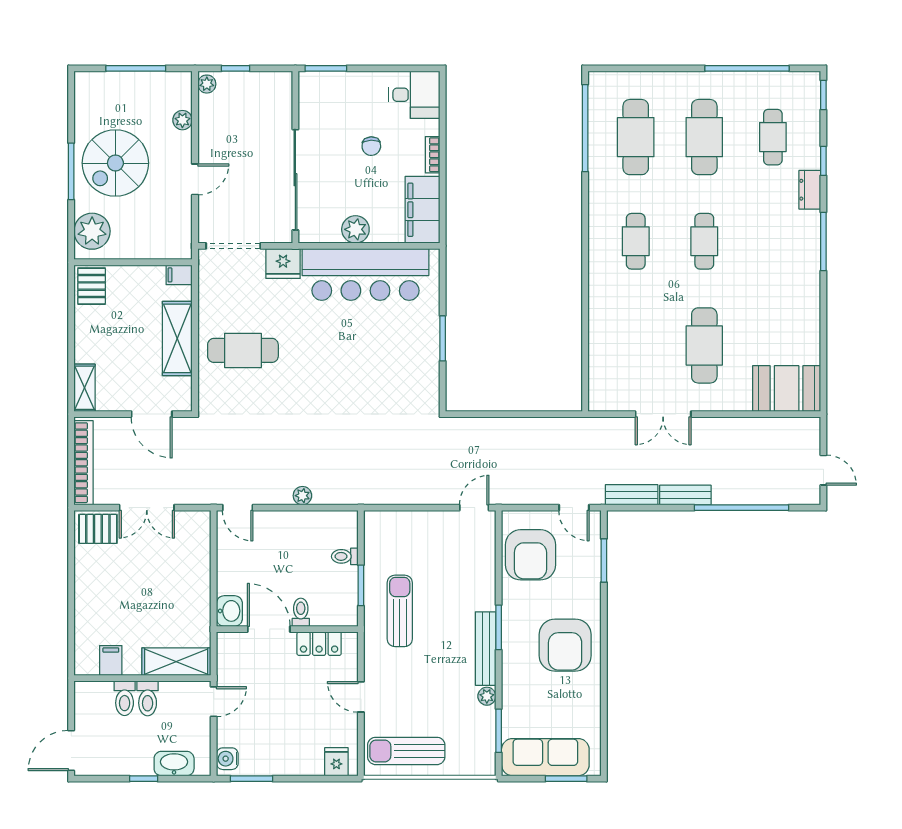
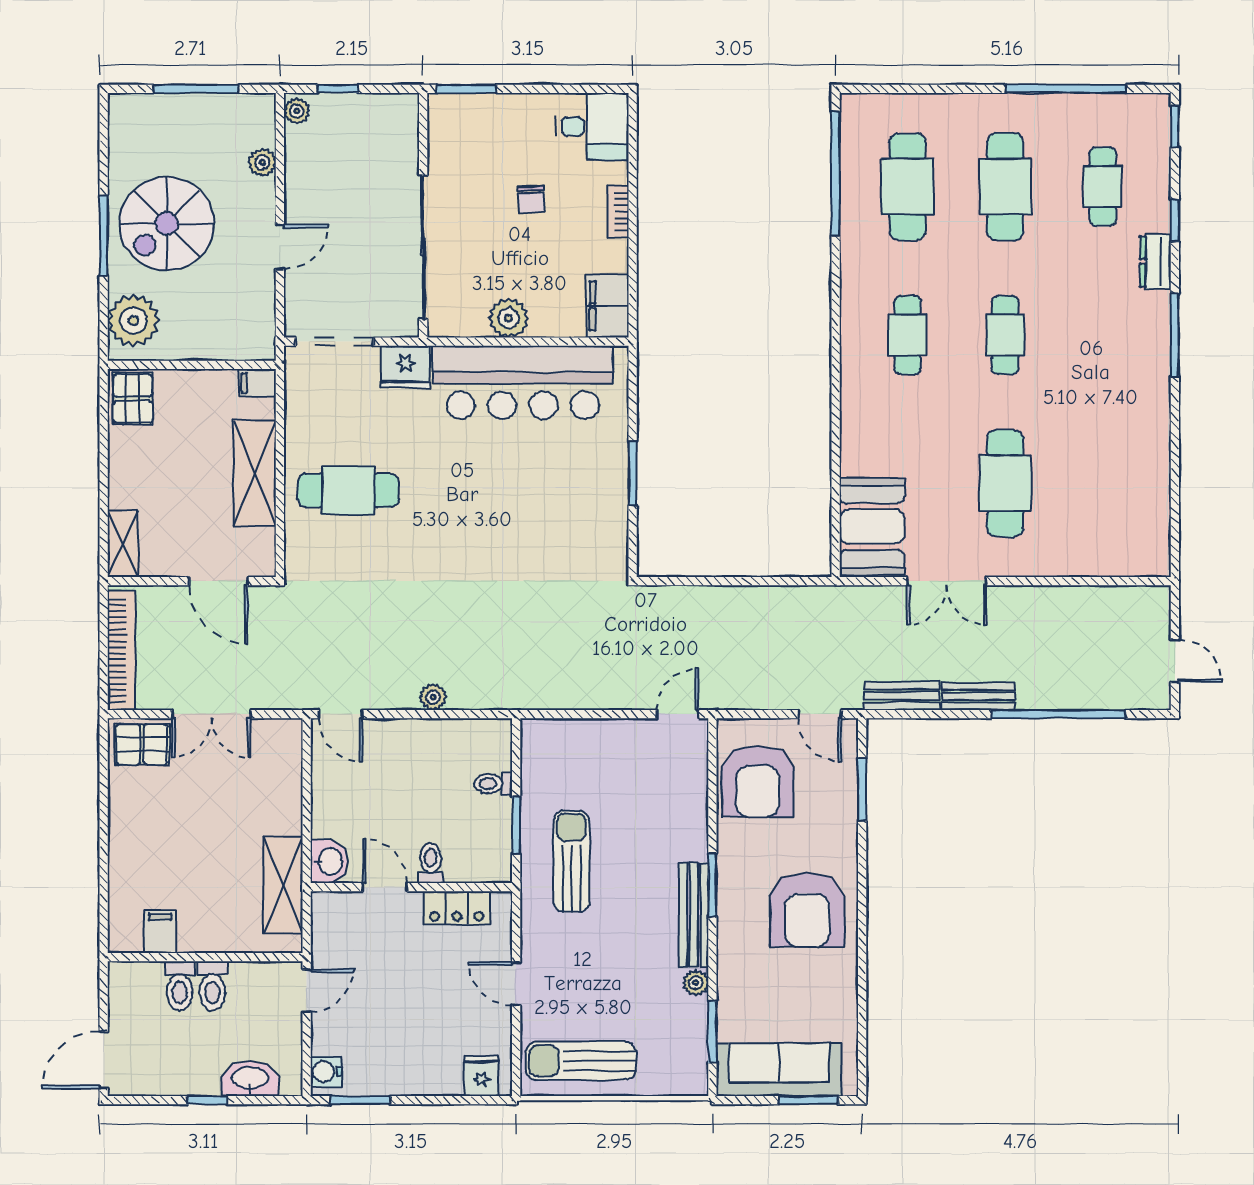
filing cabinet: (422, 210) -> (607, 306), width x0.67, depth x0.86
booth: (787, 388) -> (872, 527), moved, turned 90
door: (269, 629) -> (385, 887), width x0.73
shelving: (176, 662) -> (283, 885), moved, turned 90

